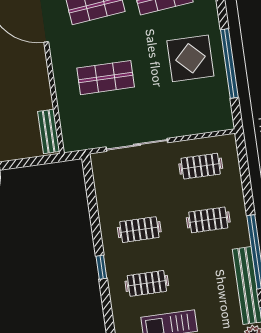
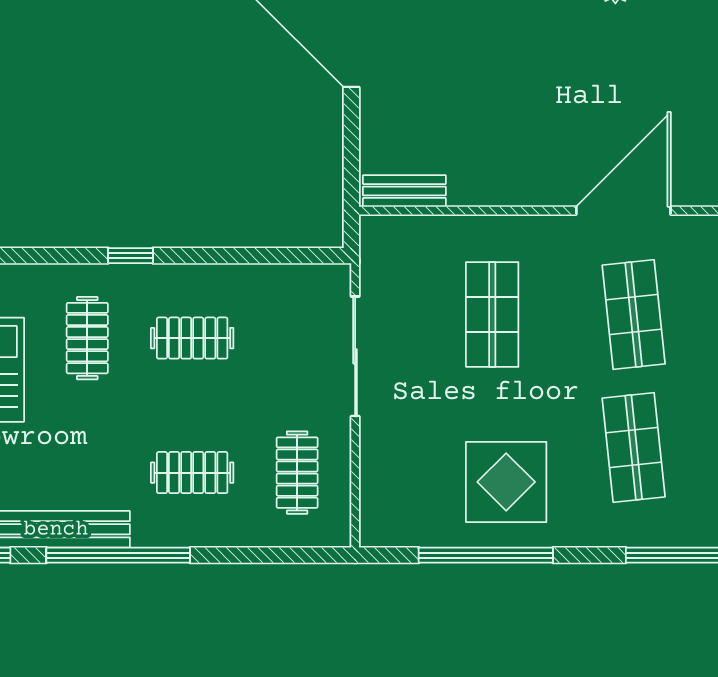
clothes rail: (208, 220) -> (192, 473), turned 90
clothes rail: (139, 230) -> (192, 338), turned 90

